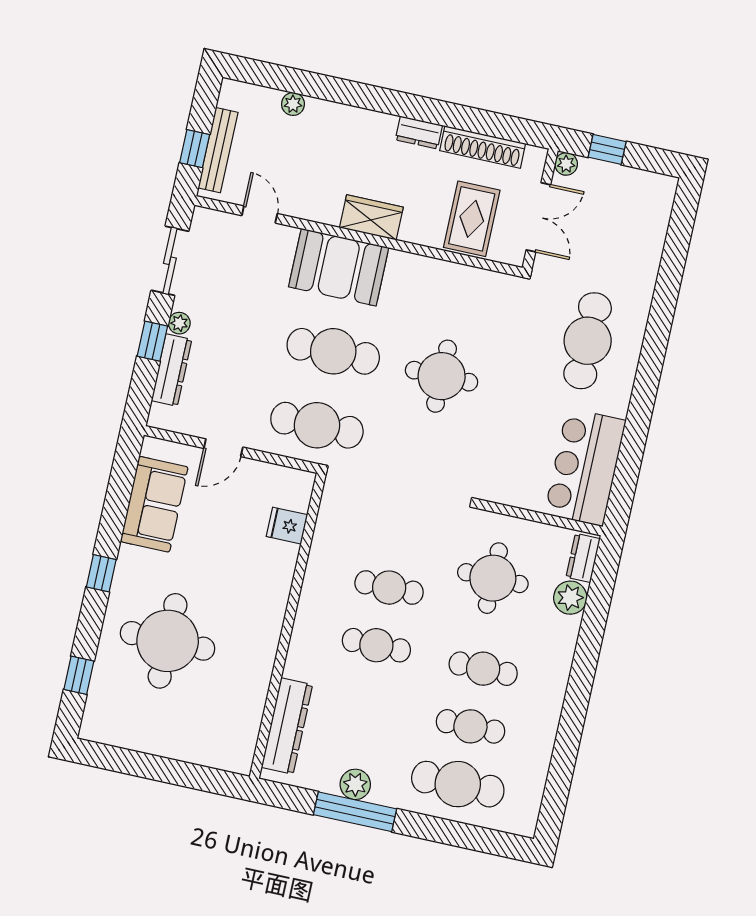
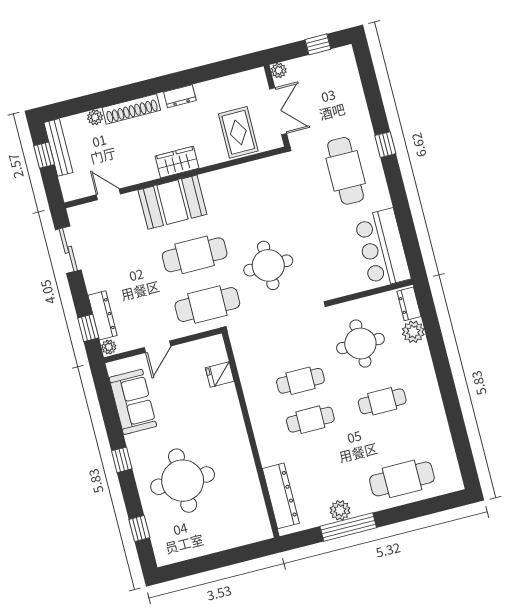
shoe rack: (483, 147) -> (131, 109), moved
window: (195, 149) -> (44, 155), moved
window: (607, 149) -> (318, 44), moved
bench: (218, 150) -> (58, 147), moved
plant: (179, 323) -> (109, 347), moved
window: (657, 332) -> (385, 145), added
window: (152, 341) -> (88, 328), moved
round table: (442, 376) -> (268, 265), moved
cafe table: (470, 726) -> (392, 440), removed

